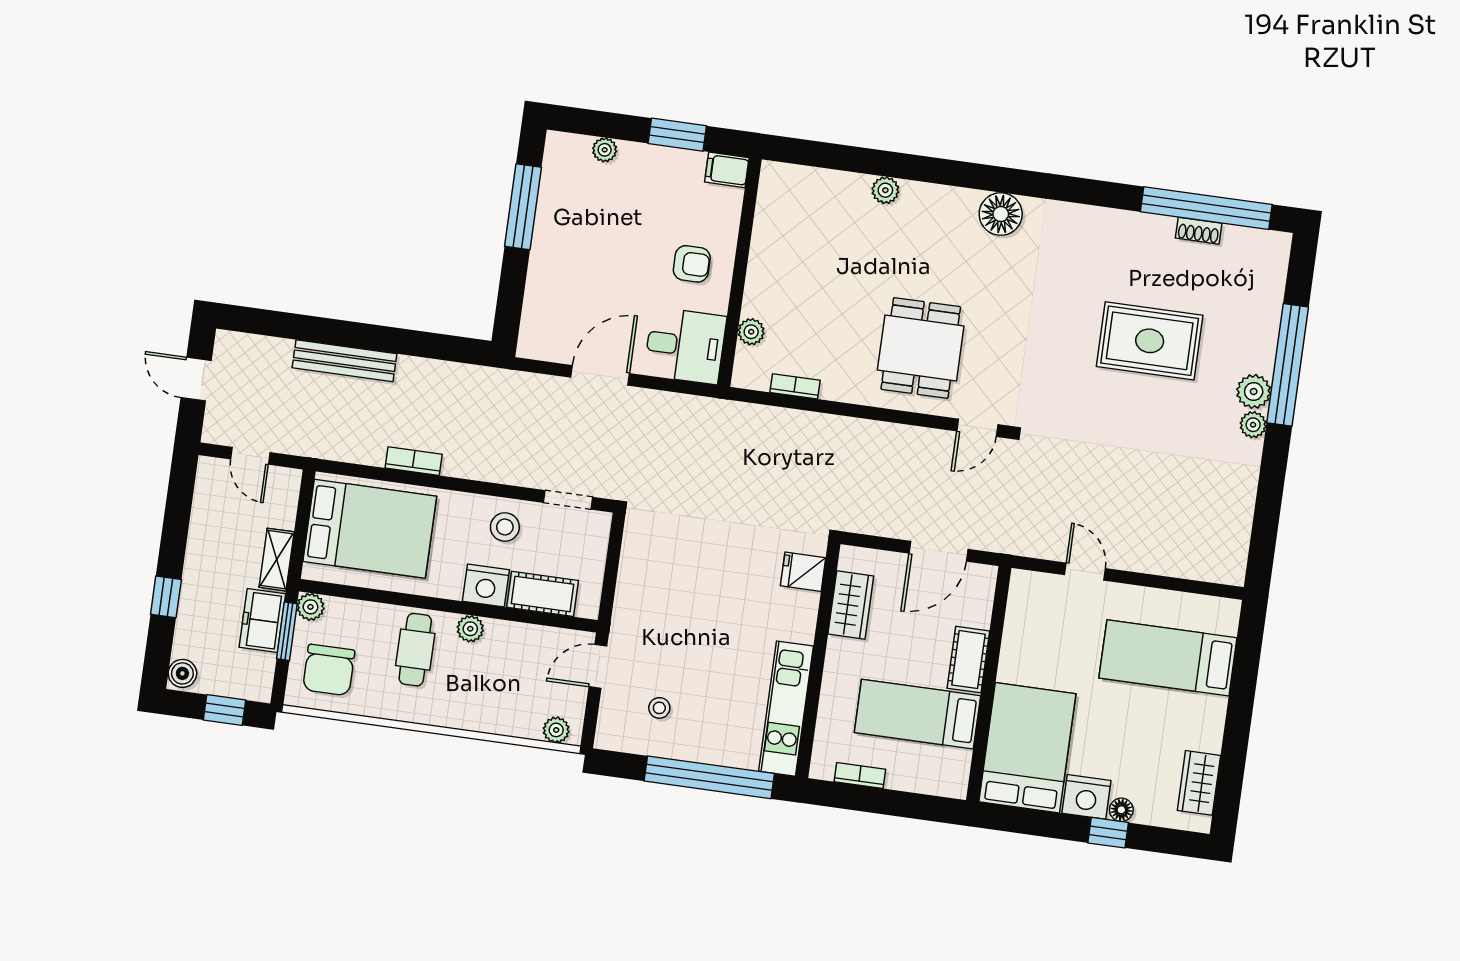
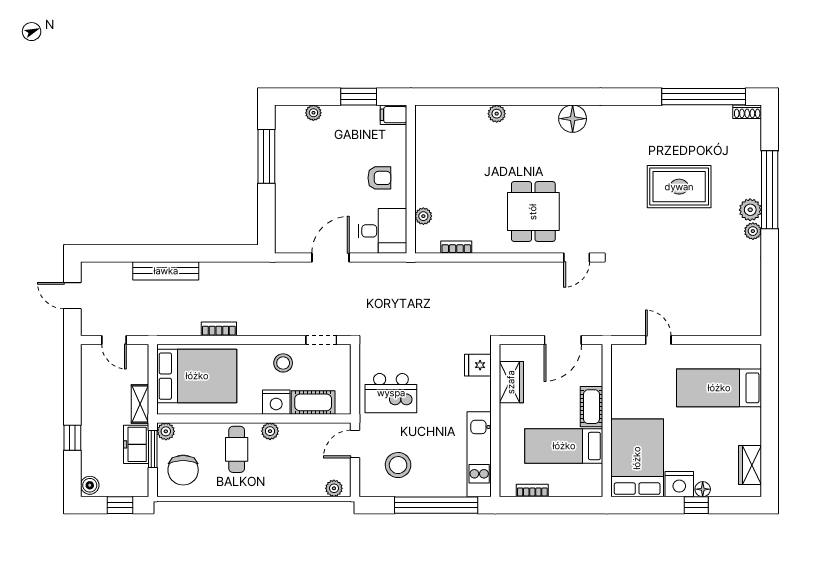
shoe rack: (1199, 231) -> (747, 112), moved
kitchen island: (664, 596) -> (391, 393), added
stool: (659, 708) -> (398, 465), width x1.89, depth x1.89

